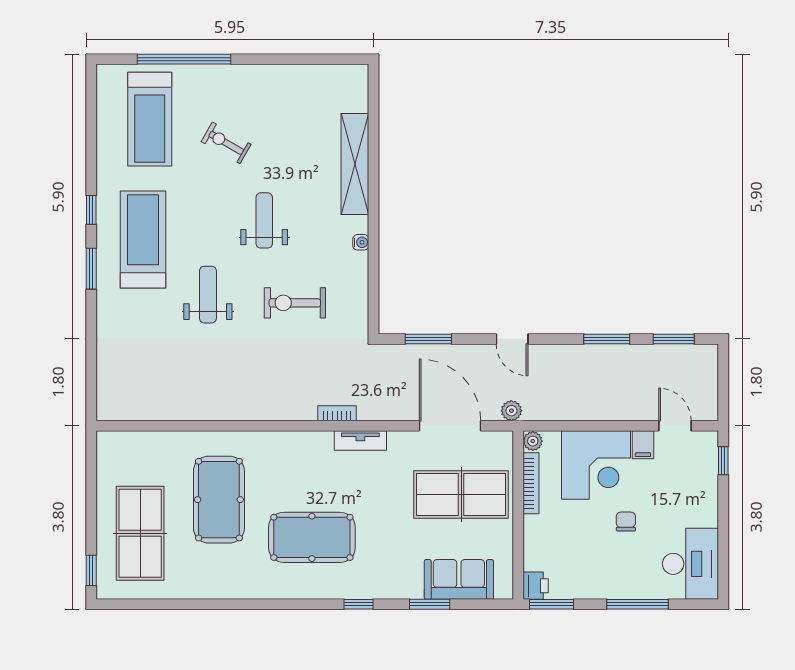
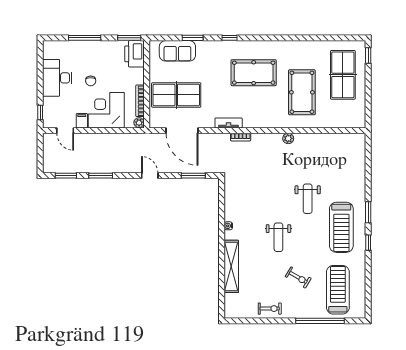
exercise bike: (295, 303) -> (270, 309), moved, width x0.73, depth x0.72
plant: (511, 411) -> (288, 138), moved
desk: (690, 564) -> (57, 78), moved
printer: (536, 586) -> (134, 54), width x1.87, depth x1.48

